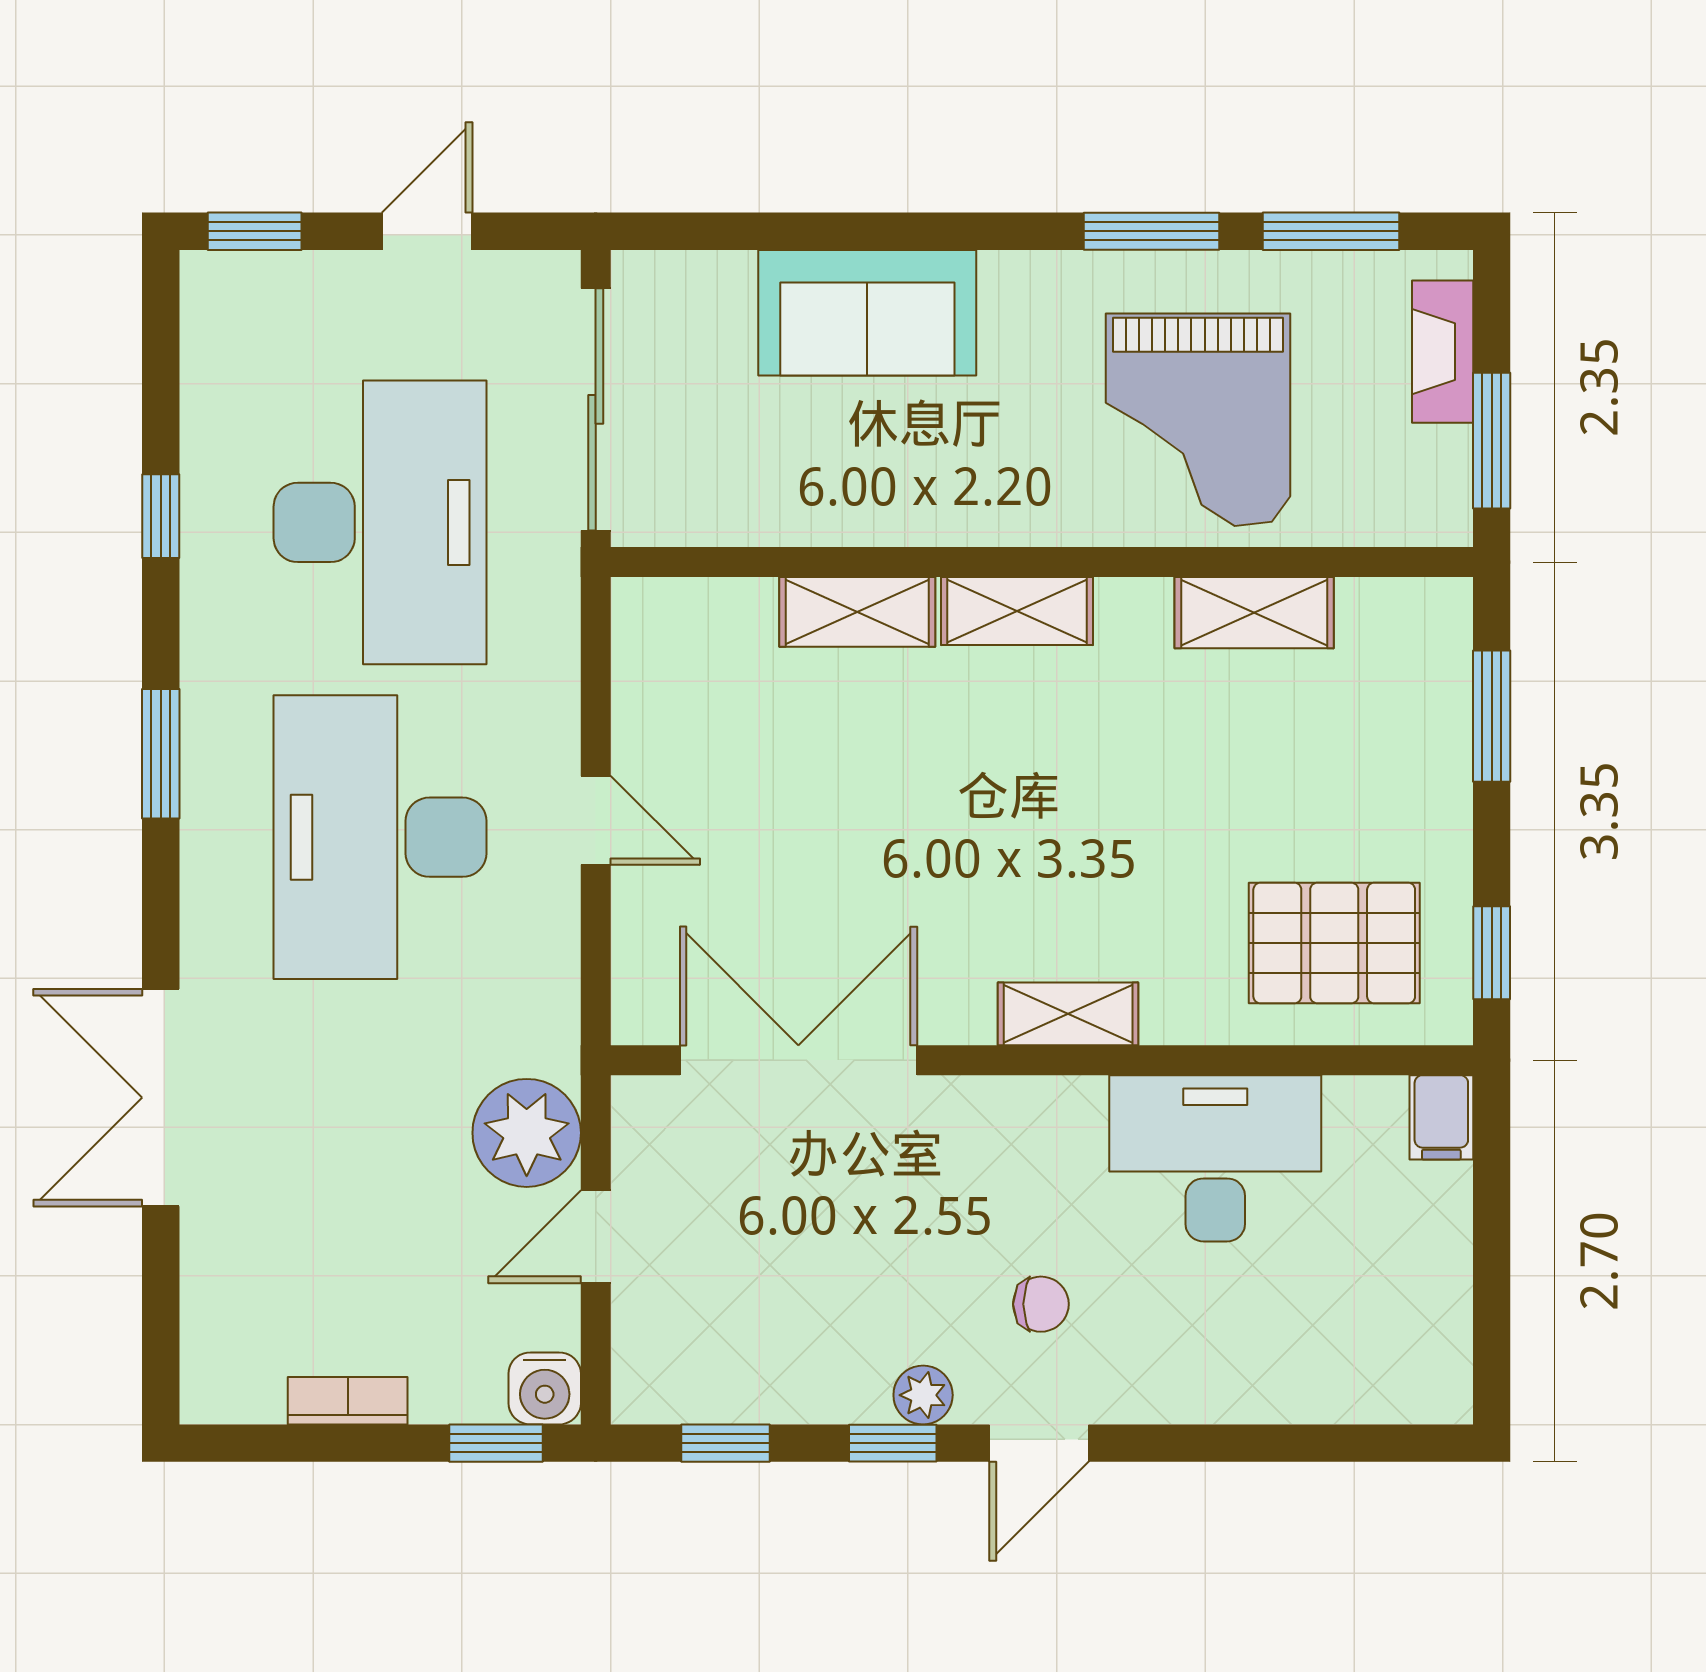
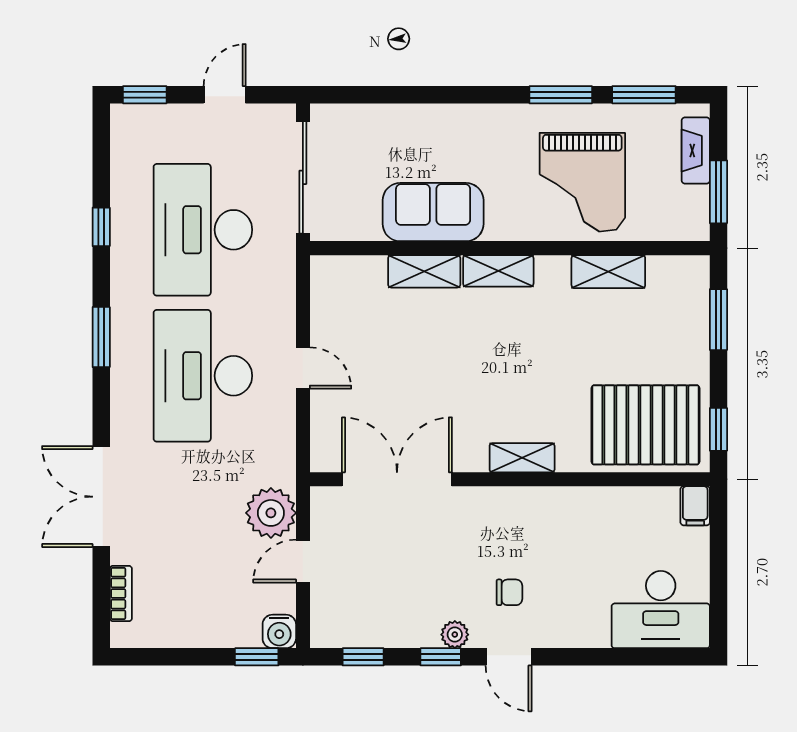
sofa: (867, 313) -> (433, 212), moved, turned 180
desk: (380, 522) -> (203, 230), turned 180
pallet: (1334, 943) -> (645, 425), width x1.37, depth x1.41
desk: (1215, 1158) -> (661, 610), moved, turned 180
bookcase: (348, 1401) -> (121, 594), moved, turned 90
door: (1039, 1443) -> (509, 657), hinge flipped

